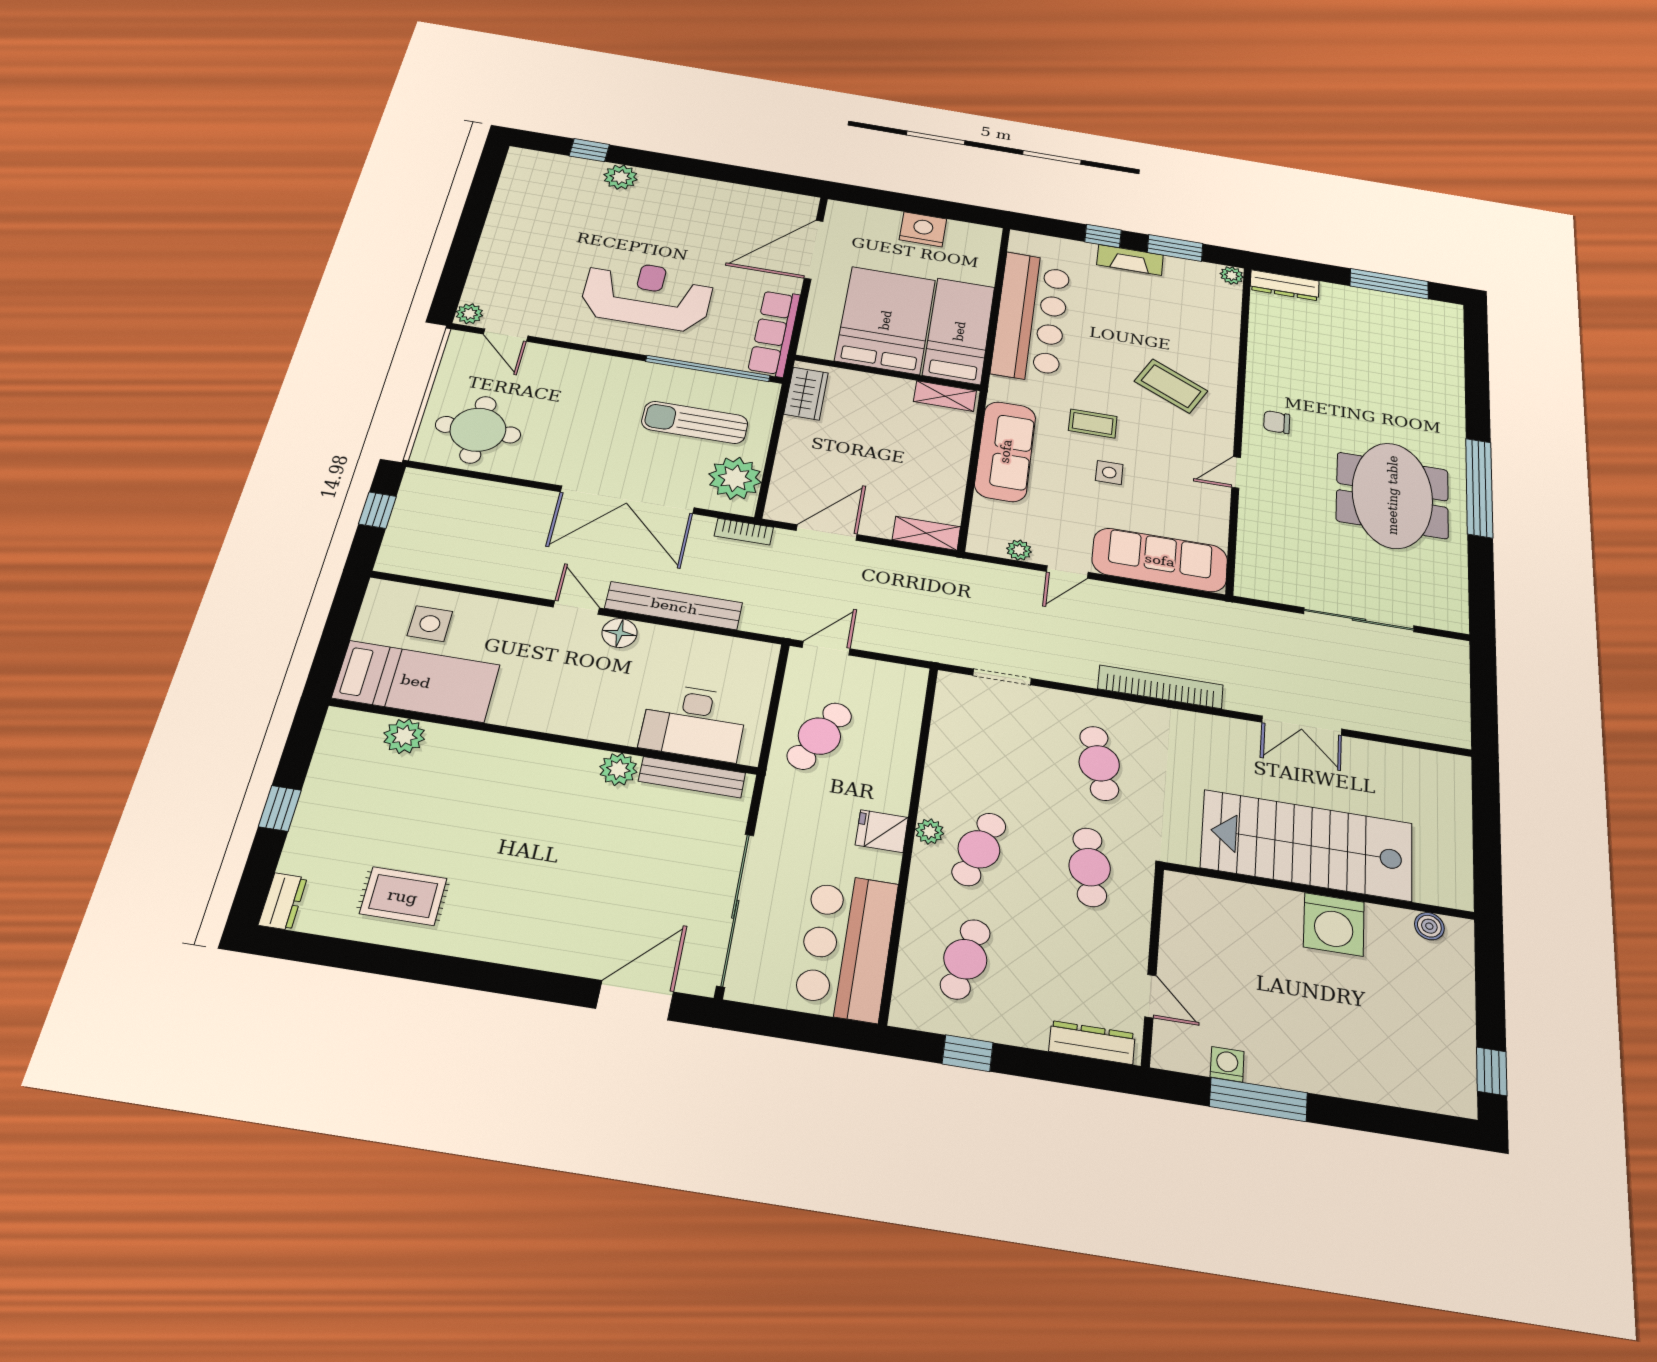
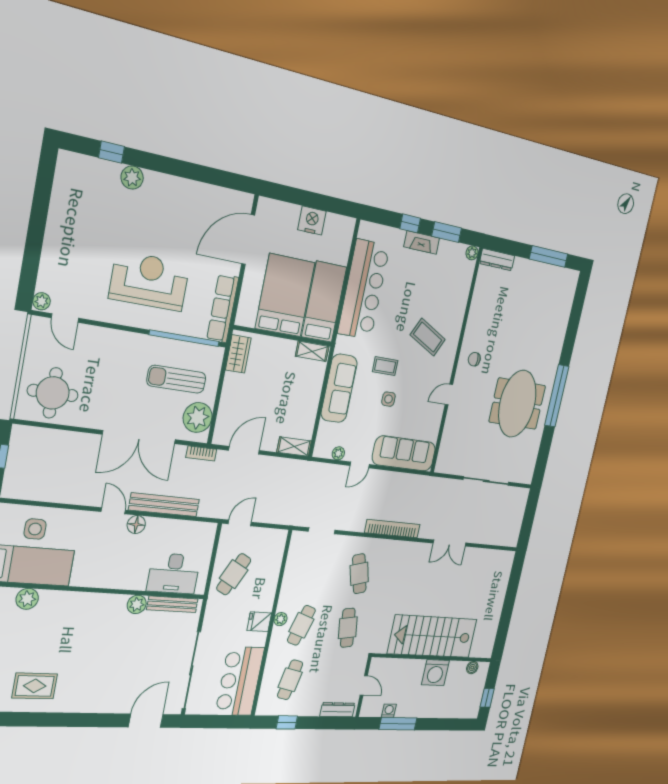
stairs: (1307, 845) -> (432, 636), moved
wall: (1319, 891) -> (433, 658), moved
washing machine: (1334, 924) -> (435, 673), moved
boiler: (1429, 926) -> (472, 668), moved

